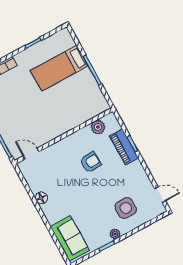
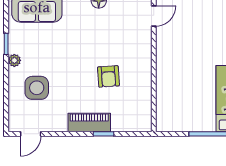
plant: (98, 127) -> (143, 106), removed
piano: (124, 147) -> (89, 123), moved

